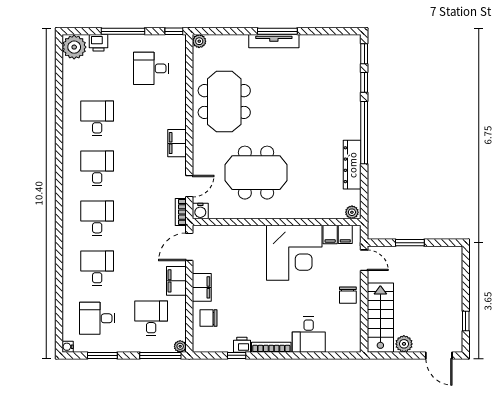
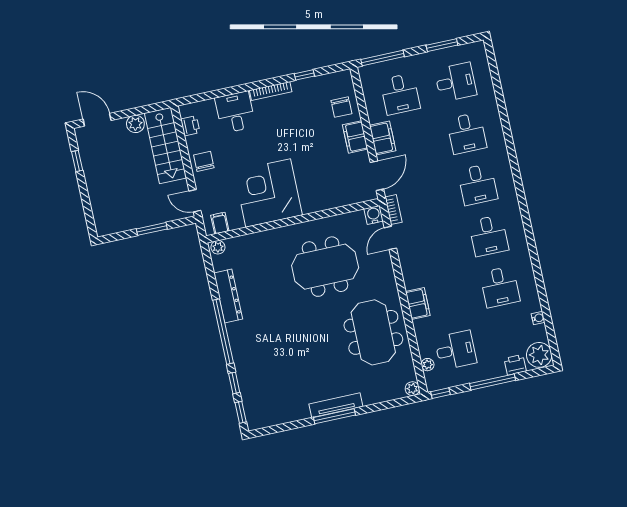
filing cabinet: (177, 143) -> (418, 304), moved
filing cabinet: (330, 234) -> (235, 220), removed
chair: (209, 318) -> (341, 107), turned 90
printer: (242, 345) -> (190, 126), moved, turned -90
plant: (180, 346) -> (428, 365), moved
water cooler: (68, 347) -> (538, 318), moved

